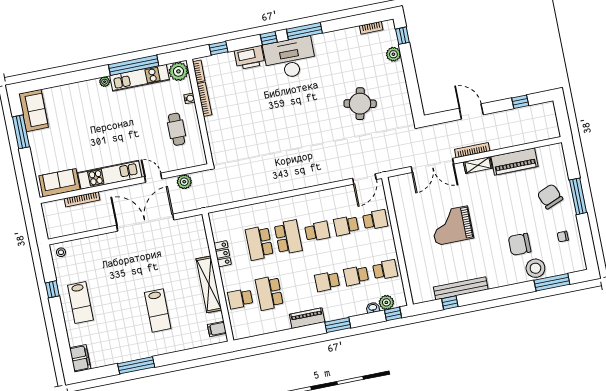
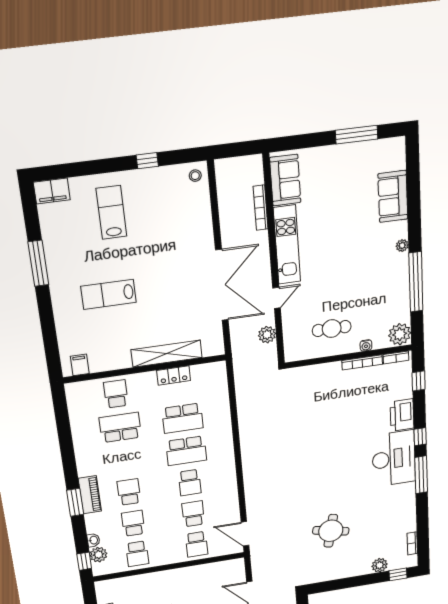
kitchen unit: (139, 78) -> (400, 288), removed
sofa: (34, 111) -> (393, 196), moved, turned 90
school desk: (259, 243) -> (183, 418), turned 180
shelving: (209, 284) -> (167, 354), moved
lab bench: (80, 303) -> (111, 212), moved, turned 90
piano: (307, 318) -> (90, 495), moved

